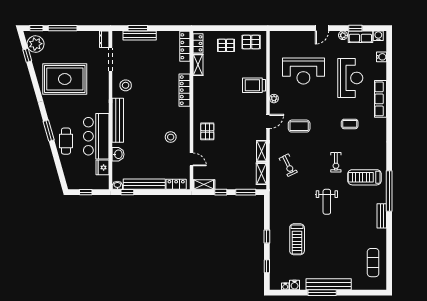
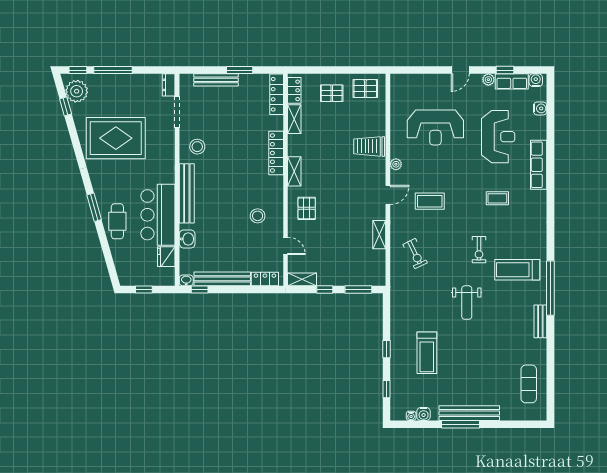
window: (138, 28) -> (240, 70), moved
shelving: (261, 174) -> (294, 171), moved

